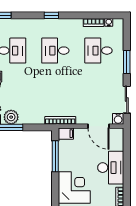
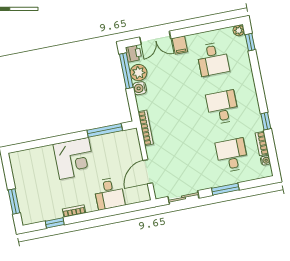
window: (51, 15) -> (266, 121), moved
water cooler: (118, 119) -> (140, 88), moved
filing cabinet: (66, 134) -> (132, 137), removed
desk: (111, 168) -> (109, 194), width x0.73

